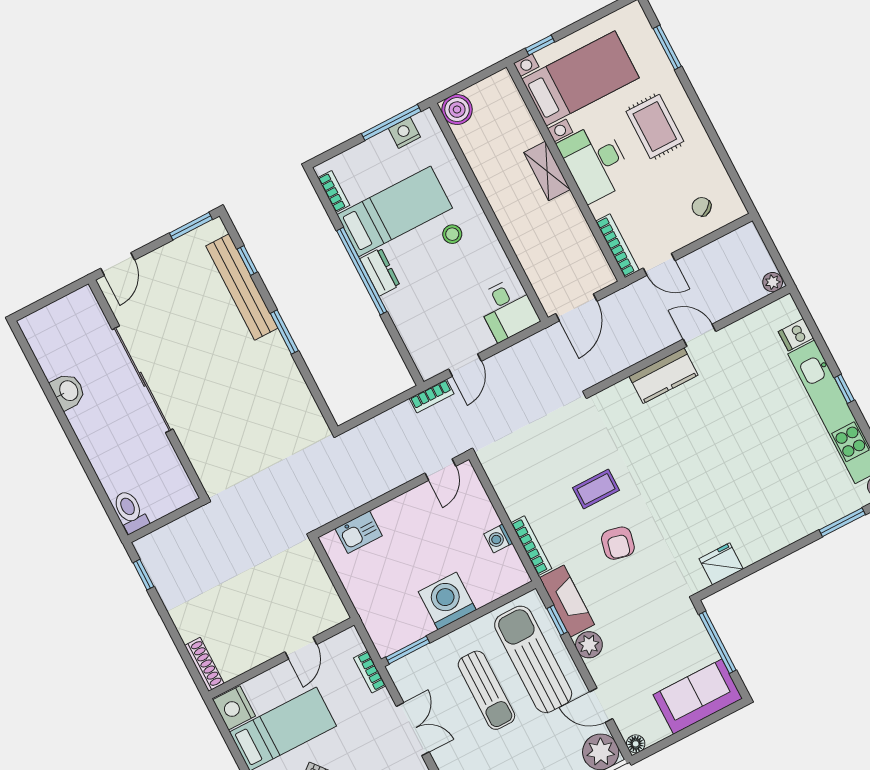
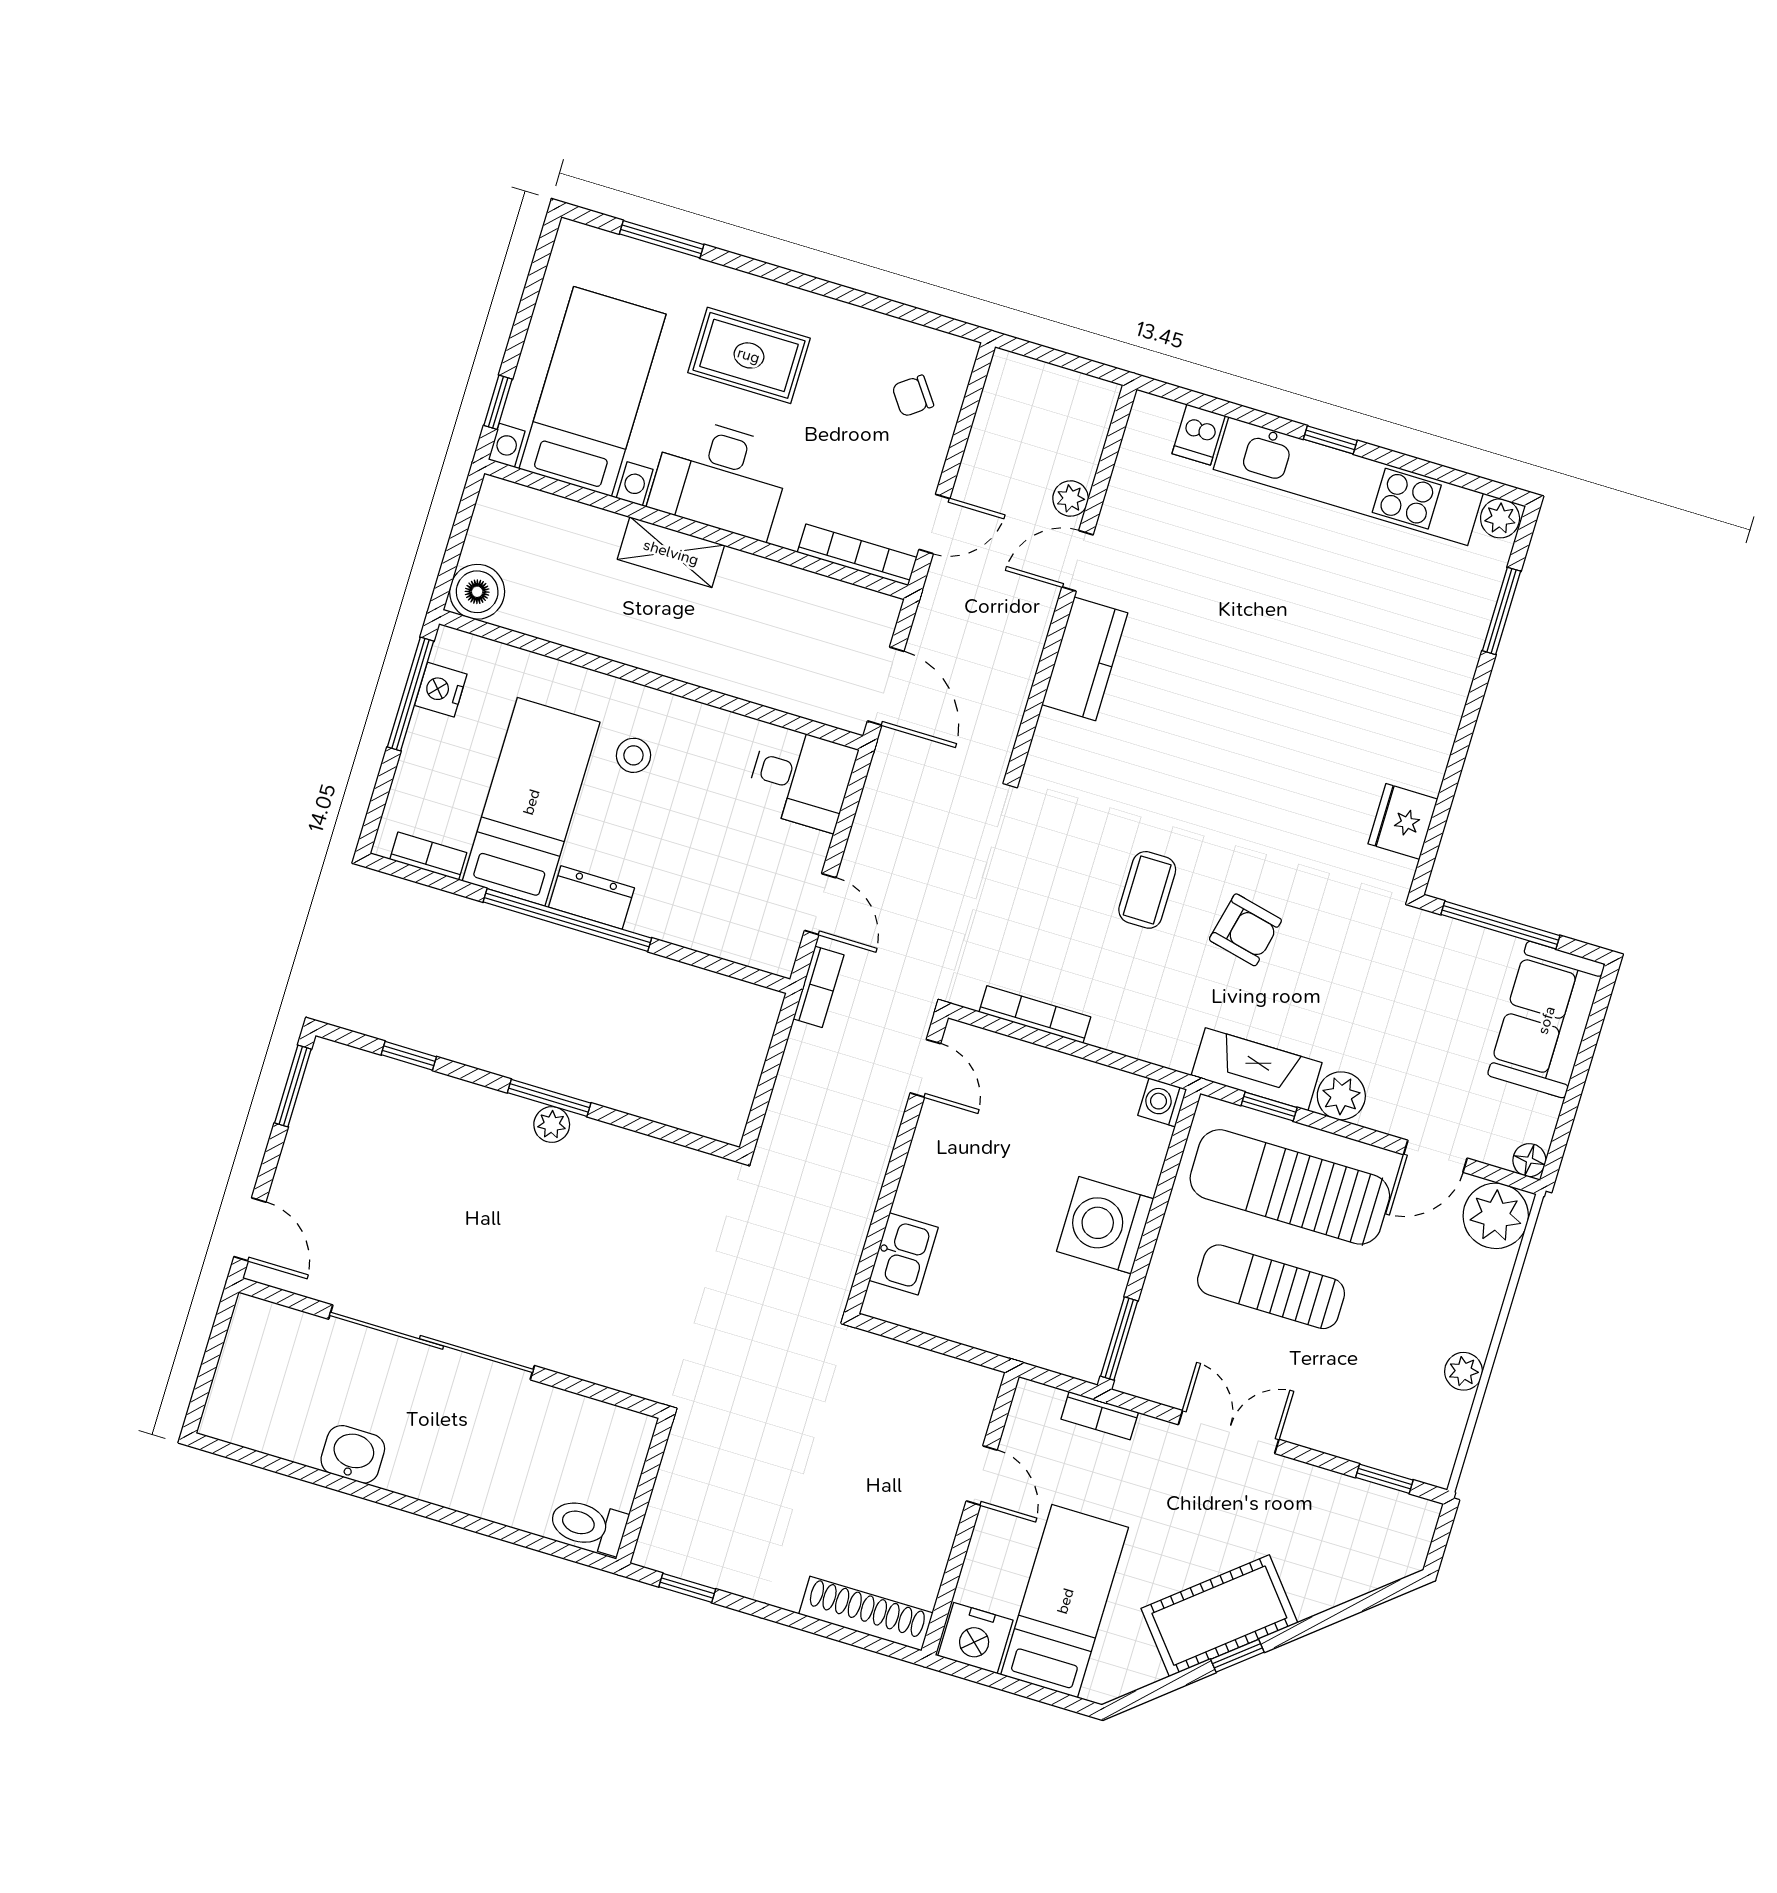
plant: (773, 282) -> (1071, 499), moved
bench: (242, 287) -> (437, 1096), removed
plant: (275, 343) -> (552, 1125), added
washing machine: (498, 539) -> (1162, 1102), moved, turned 90
bookcase: (531, 546) -> (1035, 1014), moved
shoe rack: (204, 664) -> (866, 1614), width x1.36, depth x1.24
sun lounger: (486, 690) -> (1271, 1287), turned 180

